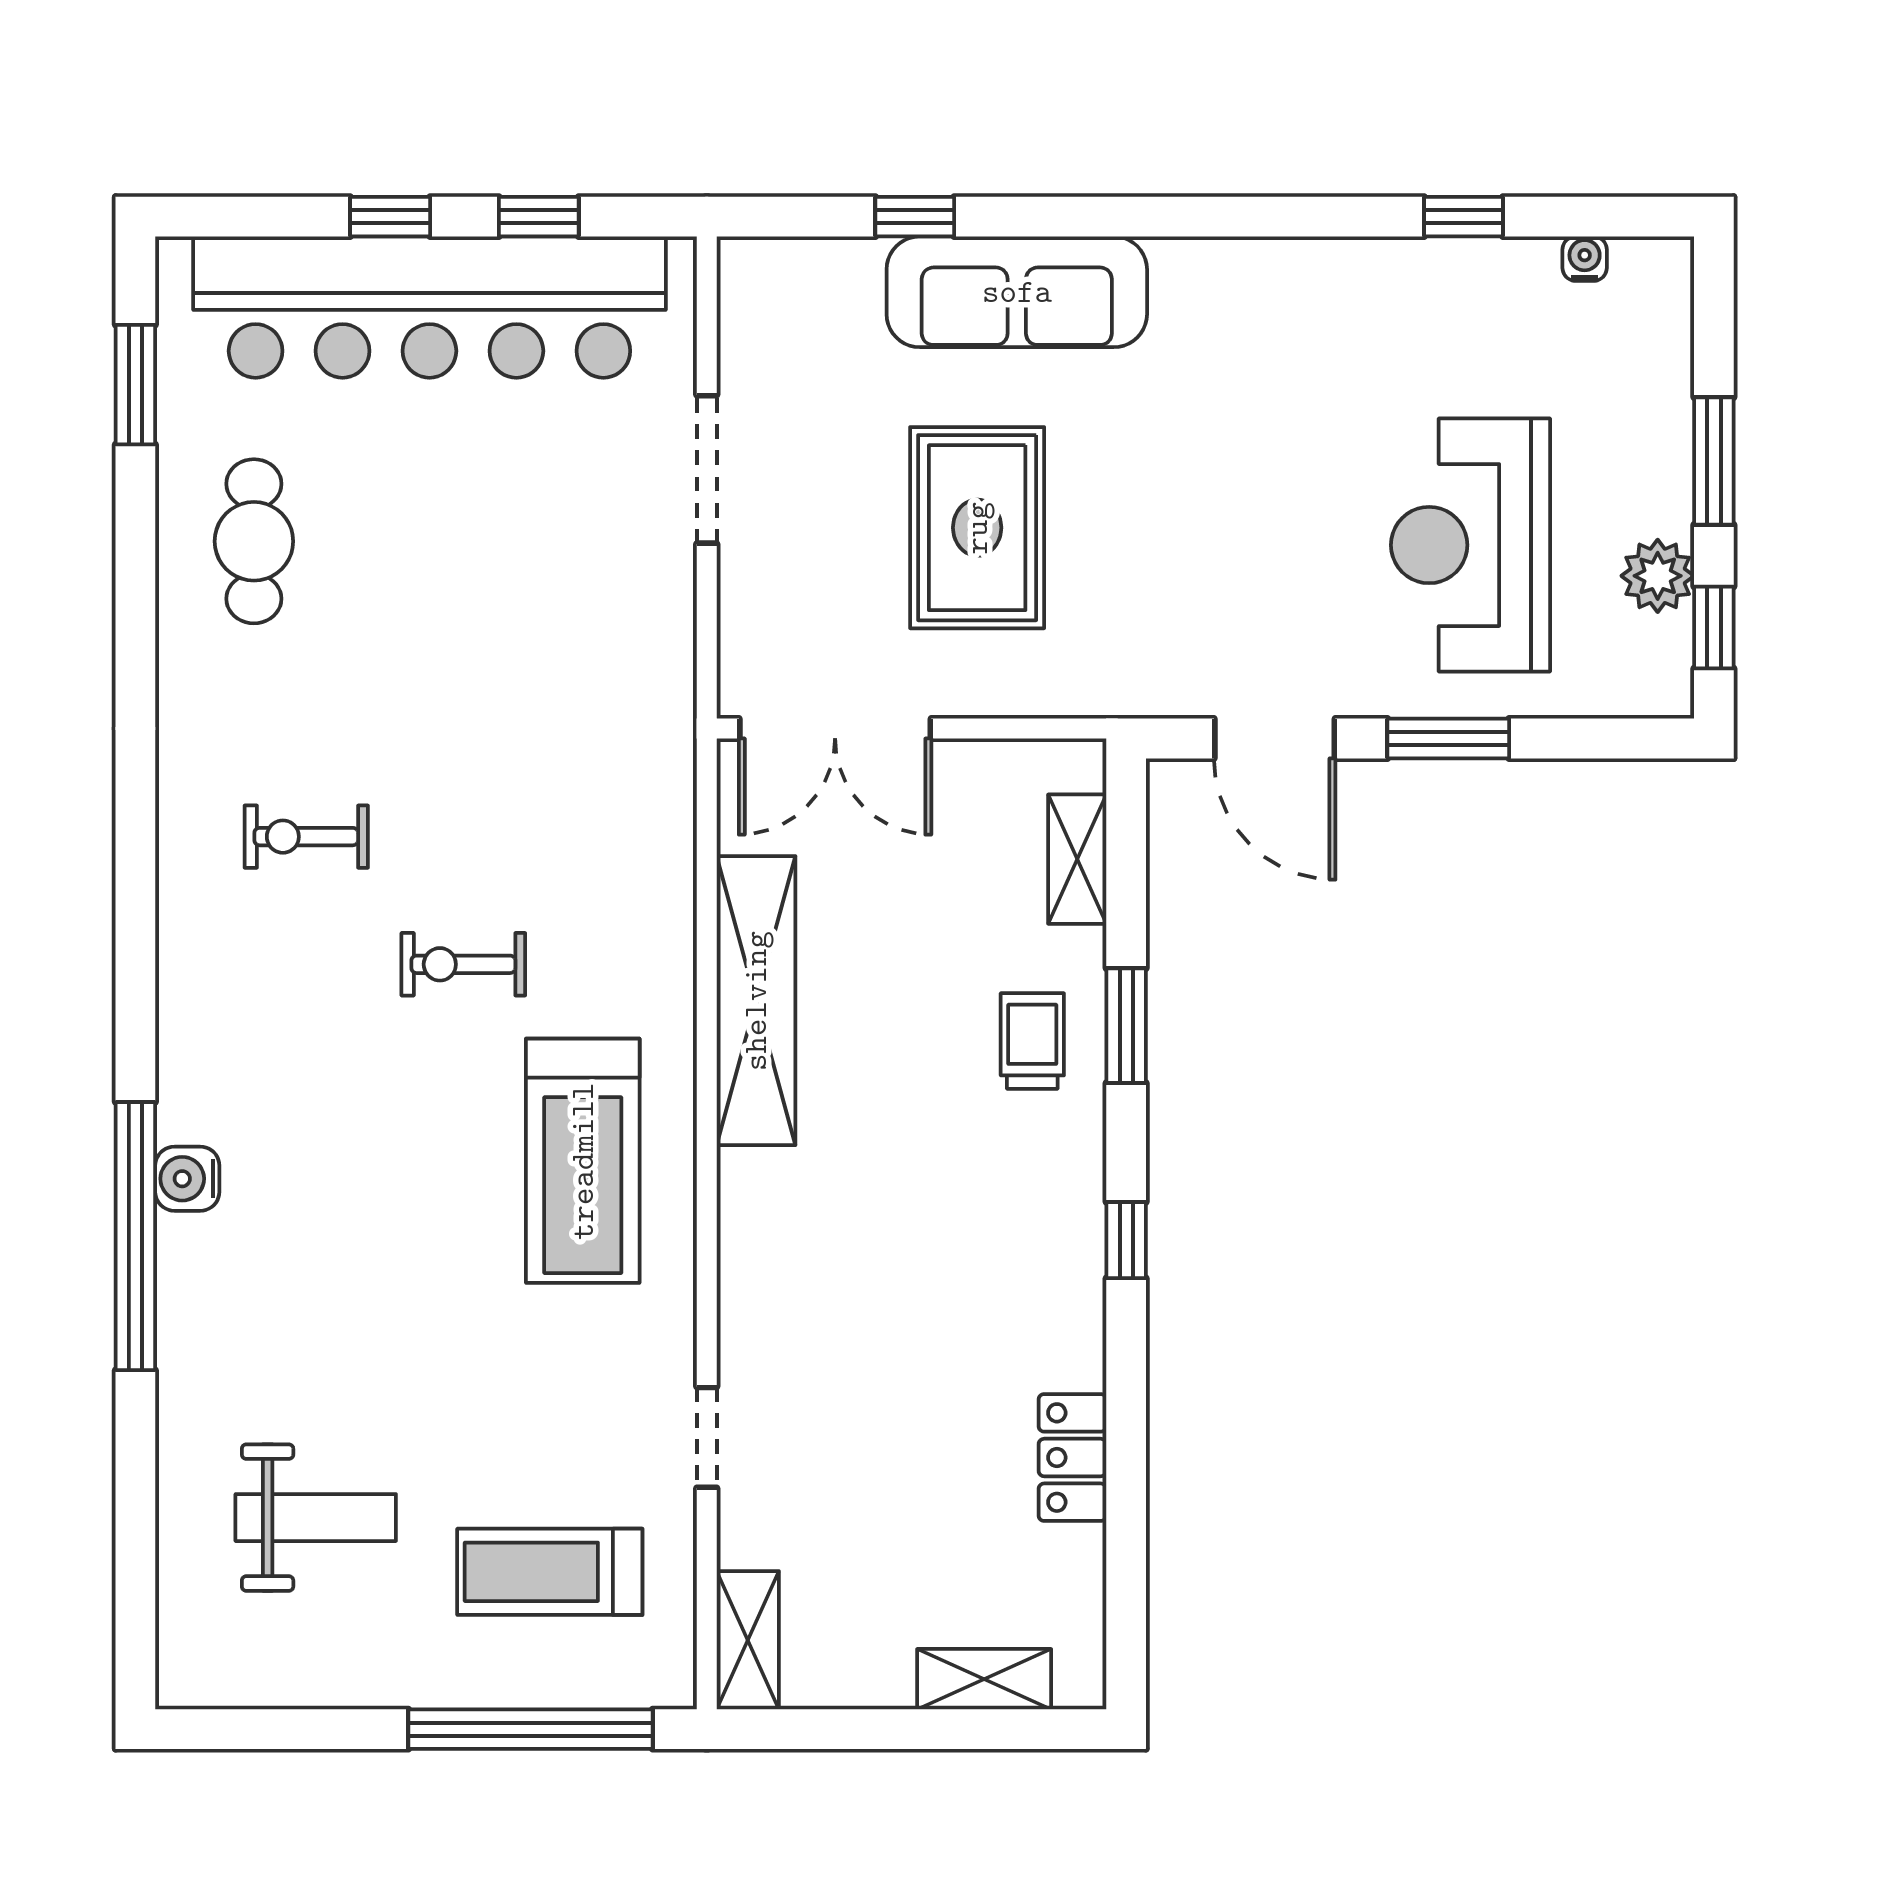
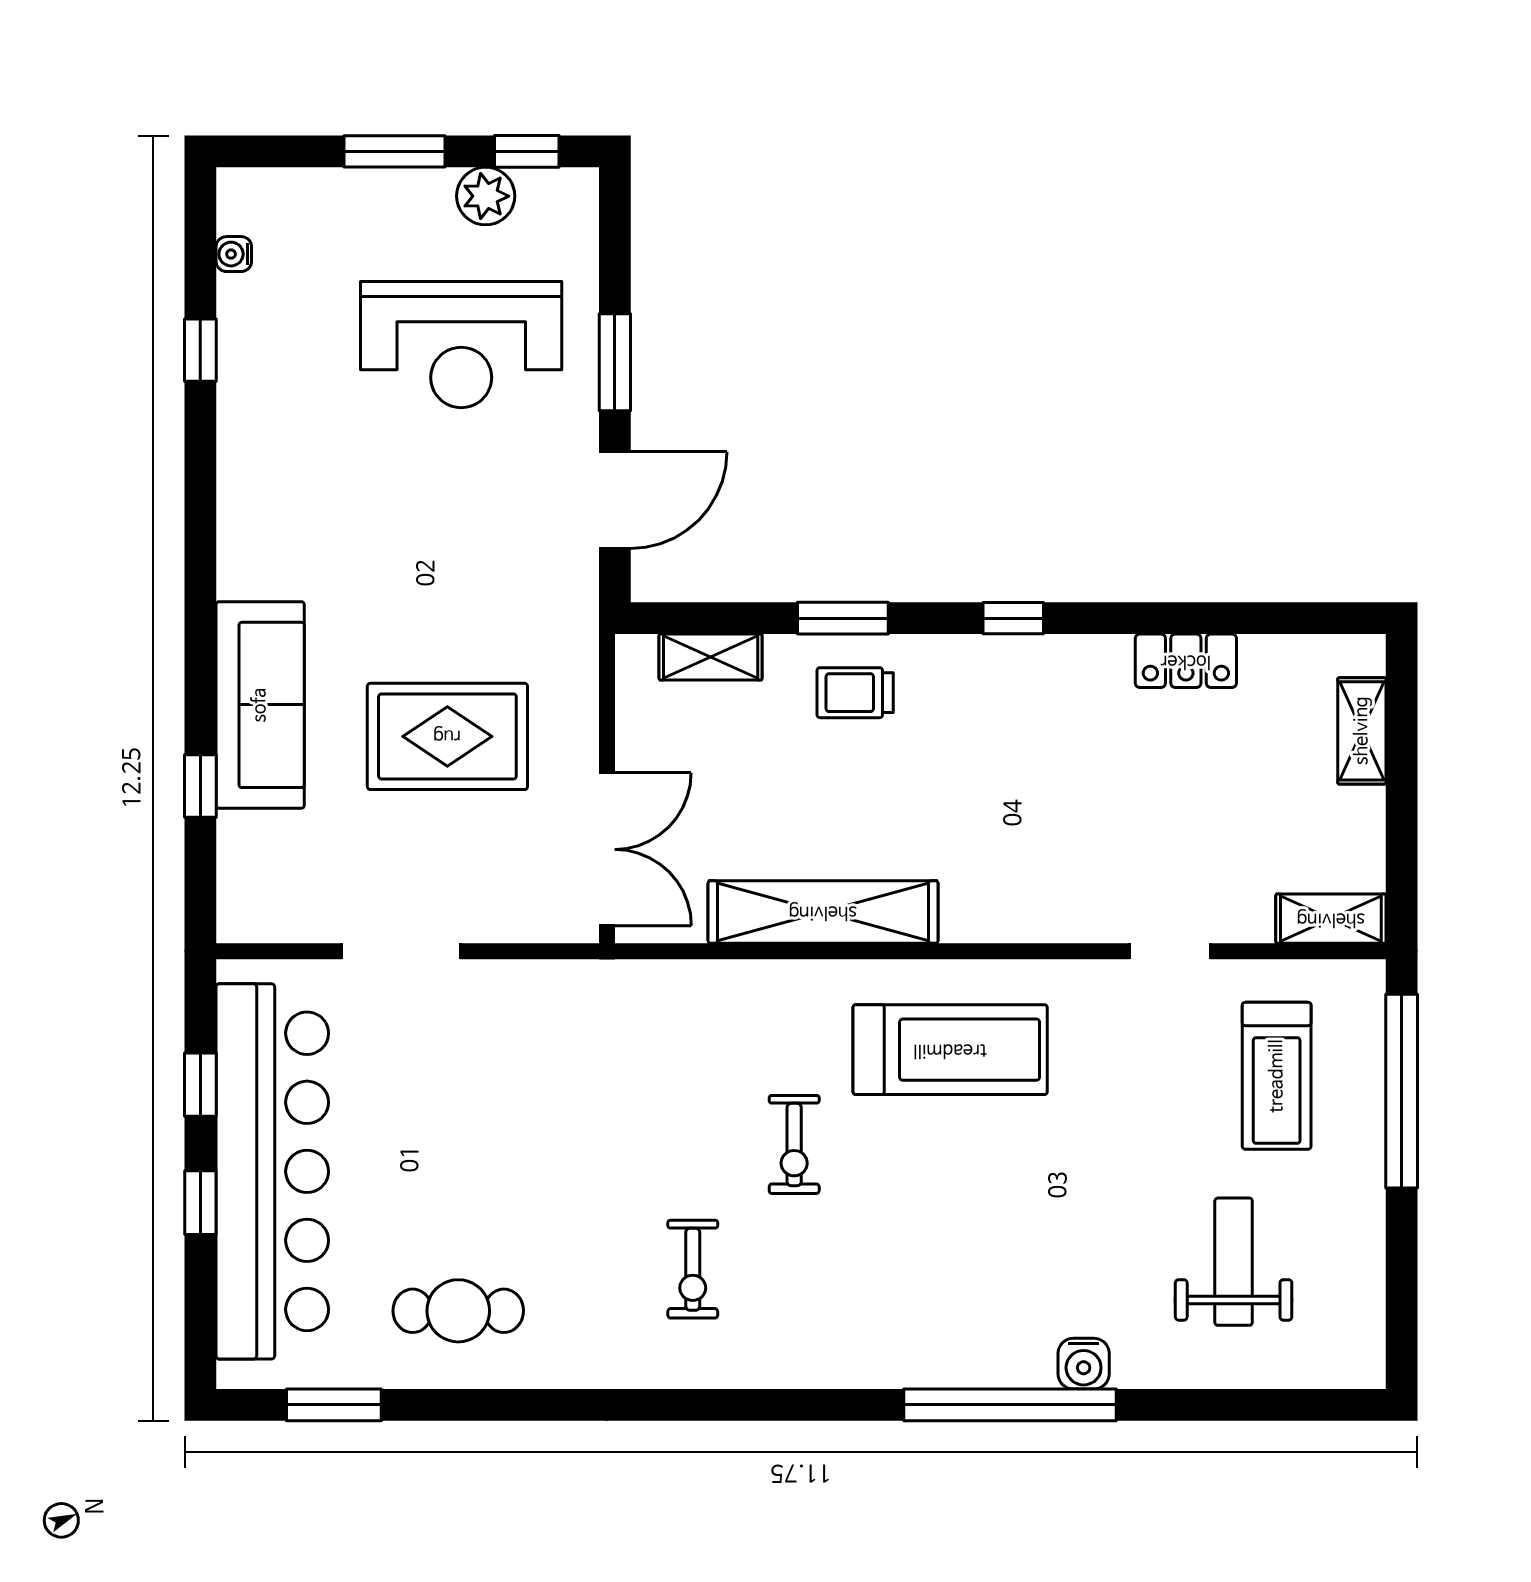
water cooler: (187, 1179) -> (1084, 1364), moved

